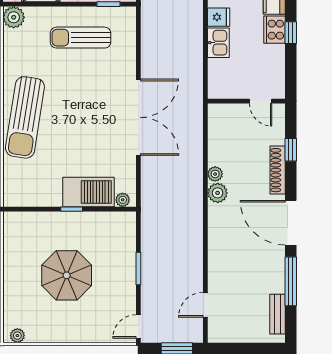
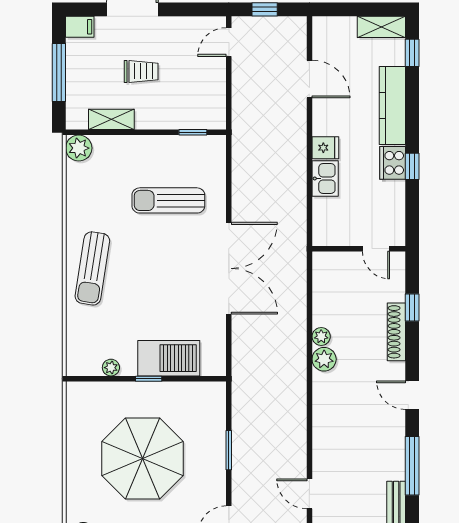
sun lounger: (81, 38) -> (168, 200), moved
sun lounger: (25, 117) -> (92, 268), width x0.73, depth x0.75
plant: (123, 200) -> (111, 368), moved
door: (291, 223) -> (412, 395), width x0.53
parasol: (67, 275) -> (142, 458), width x1.36, depth x1.36
door: (205, 305) -> (309, 494), hinge flipped

